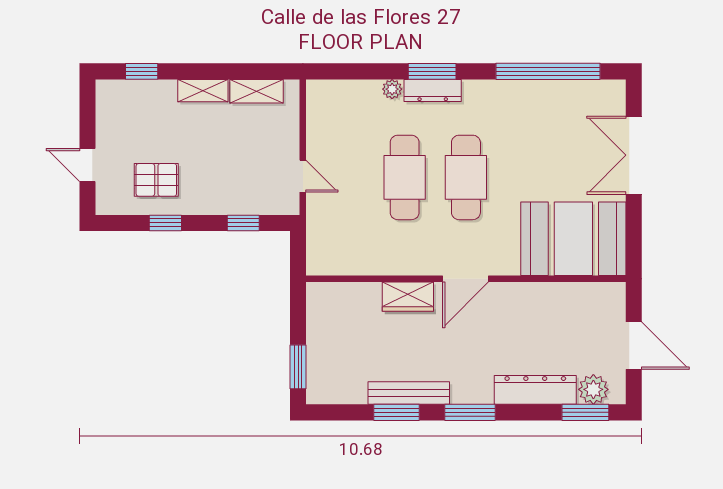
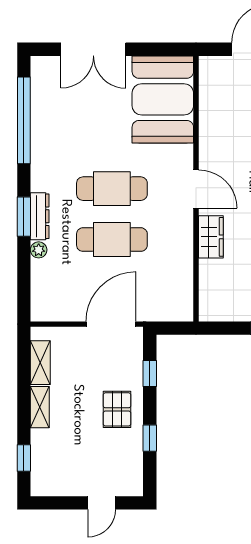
door: (303, 176) -> (111, 324), width x1.87
pallet: (156, 180) -> (117, 409), moved

